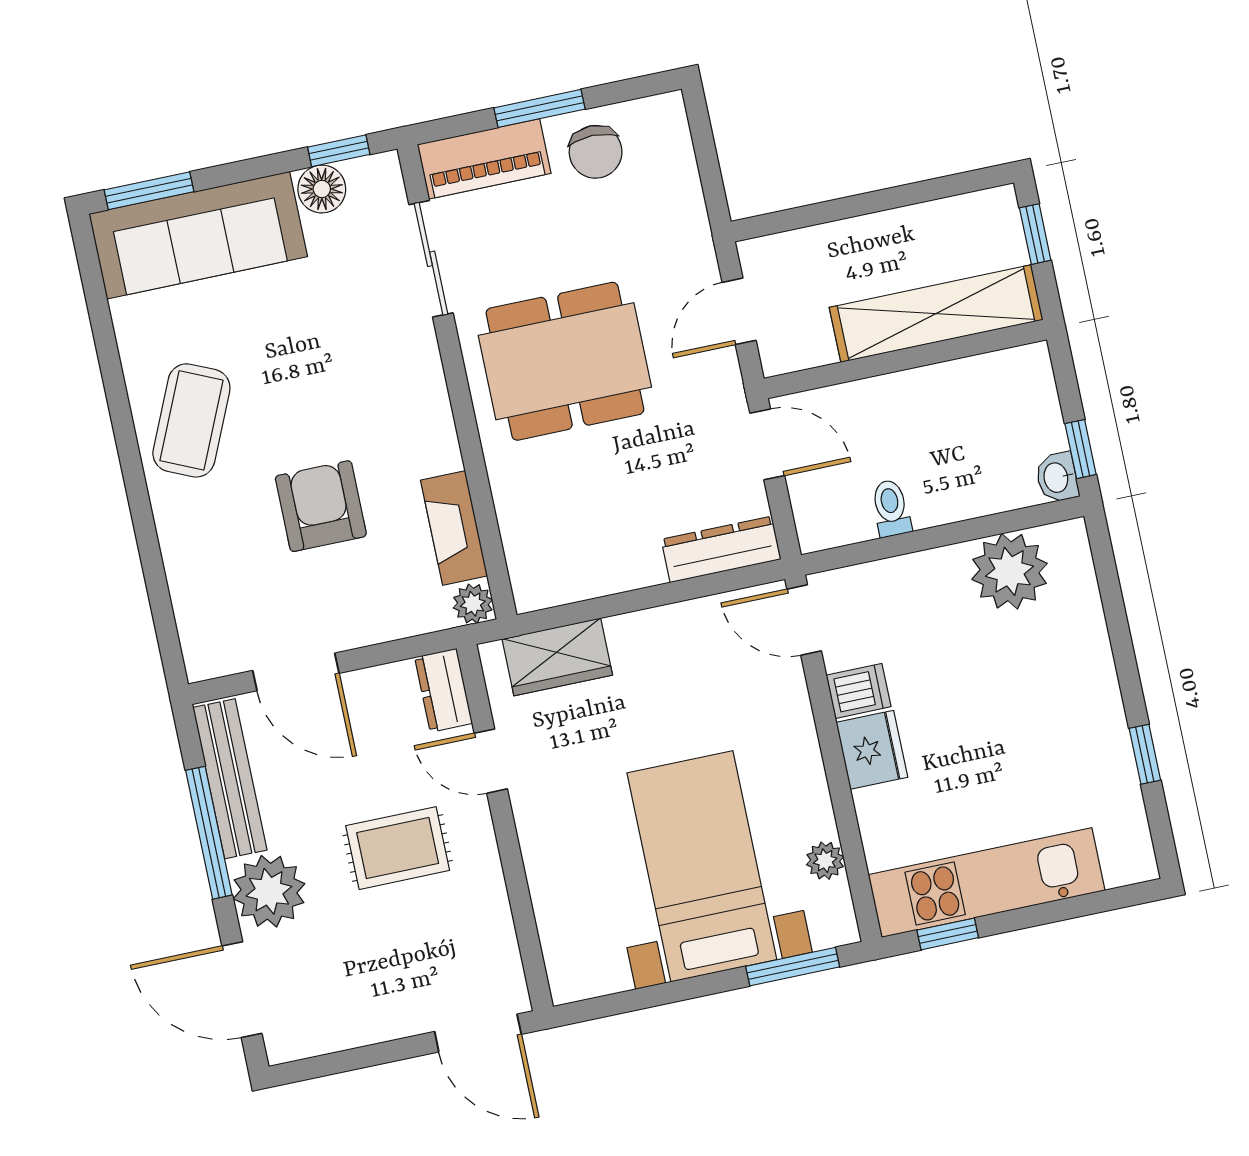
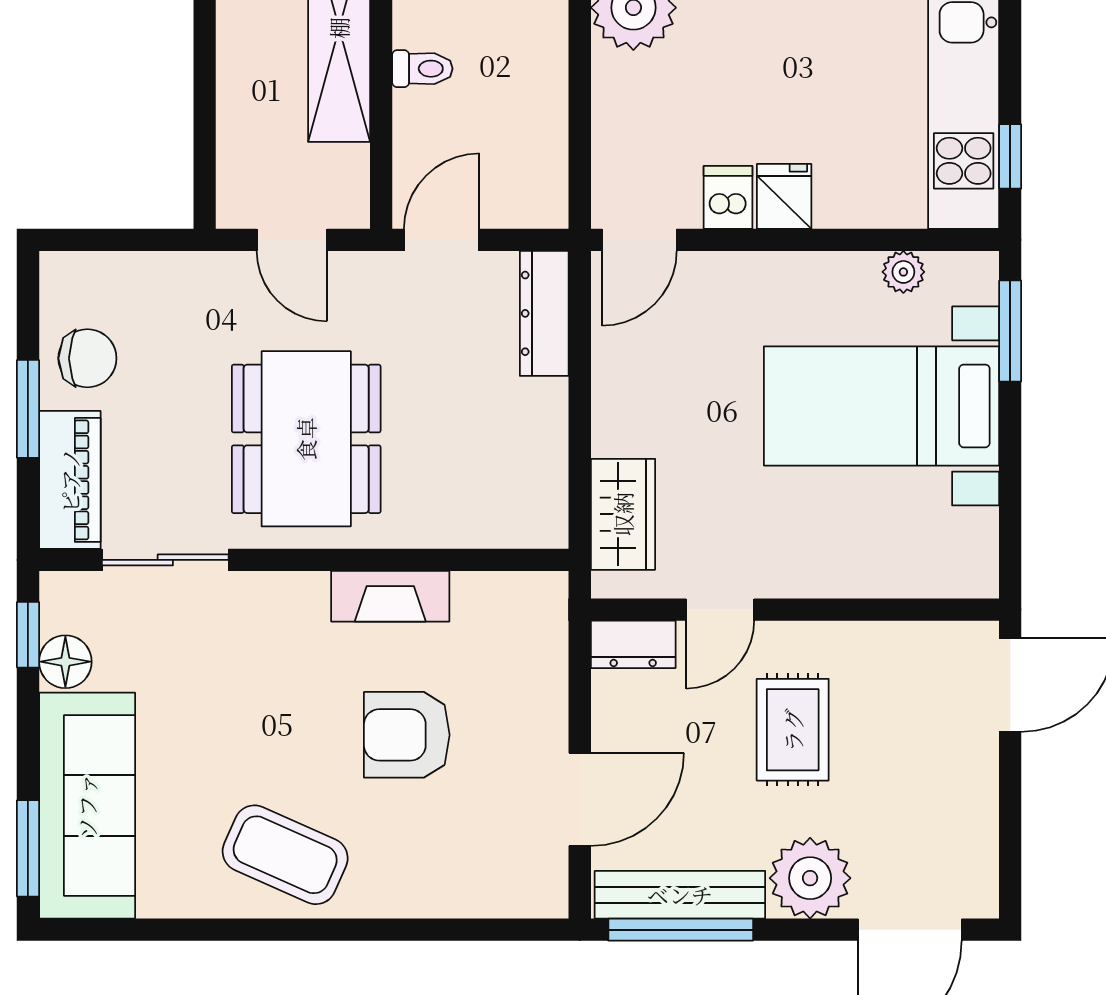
toilet: (891, 508) -> (422, 69), moved, turned 180
fireplace: (454, 528) -> (390, 596), moved
plant: (473, 604) -> (547, 593), removed
fridge: (872, 750) -> (784, 196), width x0.72
window: (209, 833) -> (681, 930), moved

